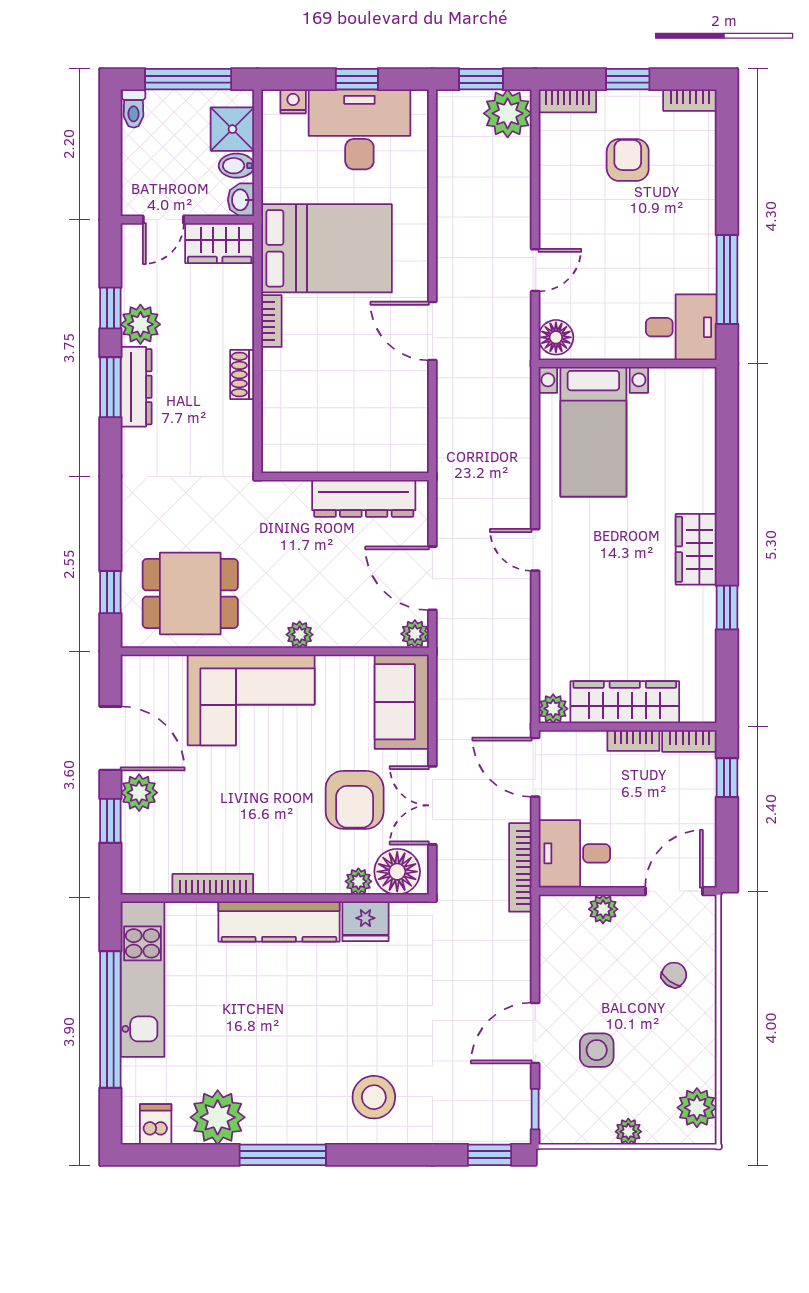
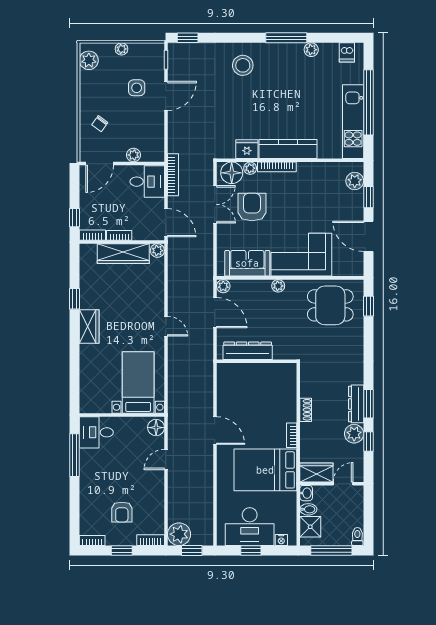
sofa: (402, 702) -> (247, 263), moved, turned -90
plant: (139, 793) -> (355, 181), moved
bookcase: (213, 884) -> (277, 167), moved
plant: (218, 1117) -> (311, 50), width x0.53, depth x0.53

